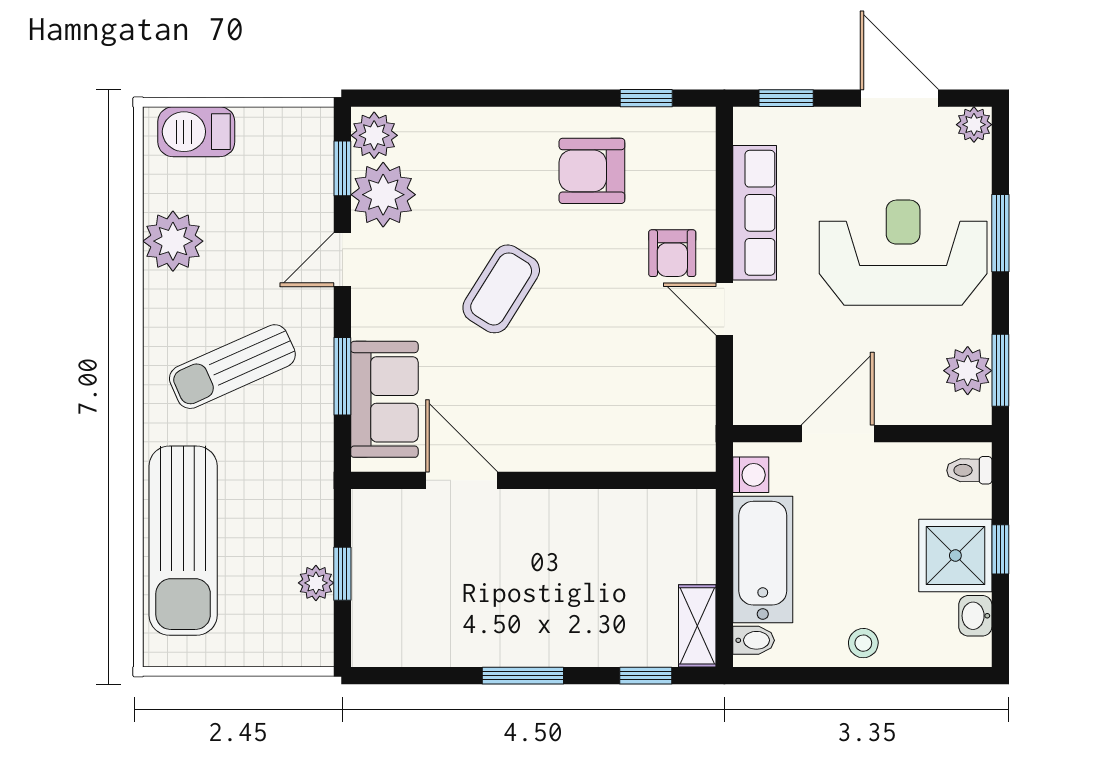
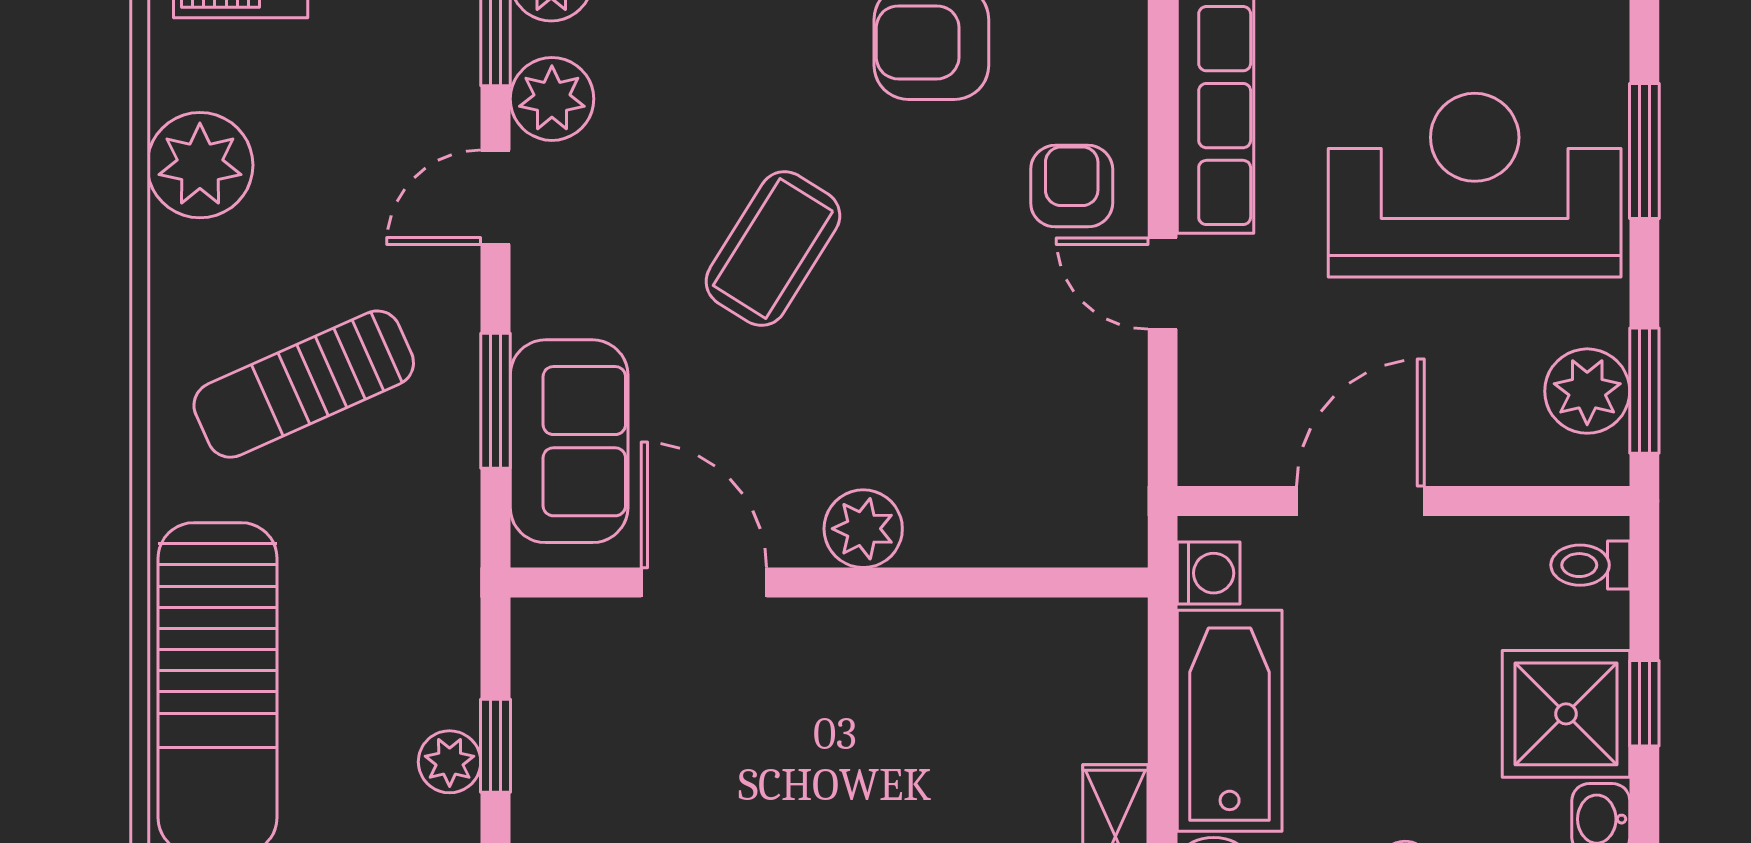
plant: (383, 195) -> (552, 99), width x0.73, depth x0.73
armchair: (672, 253) -> (1072, 186), turned 180
plant: (553, 449) -> (863, 529), added

